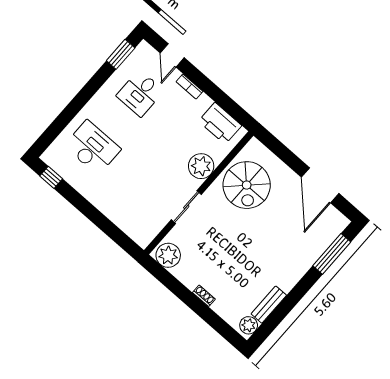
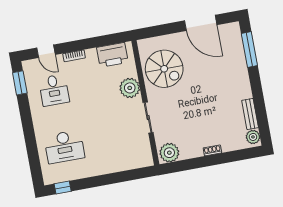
desk: (93, 148) -> (64, 147), turned 180

